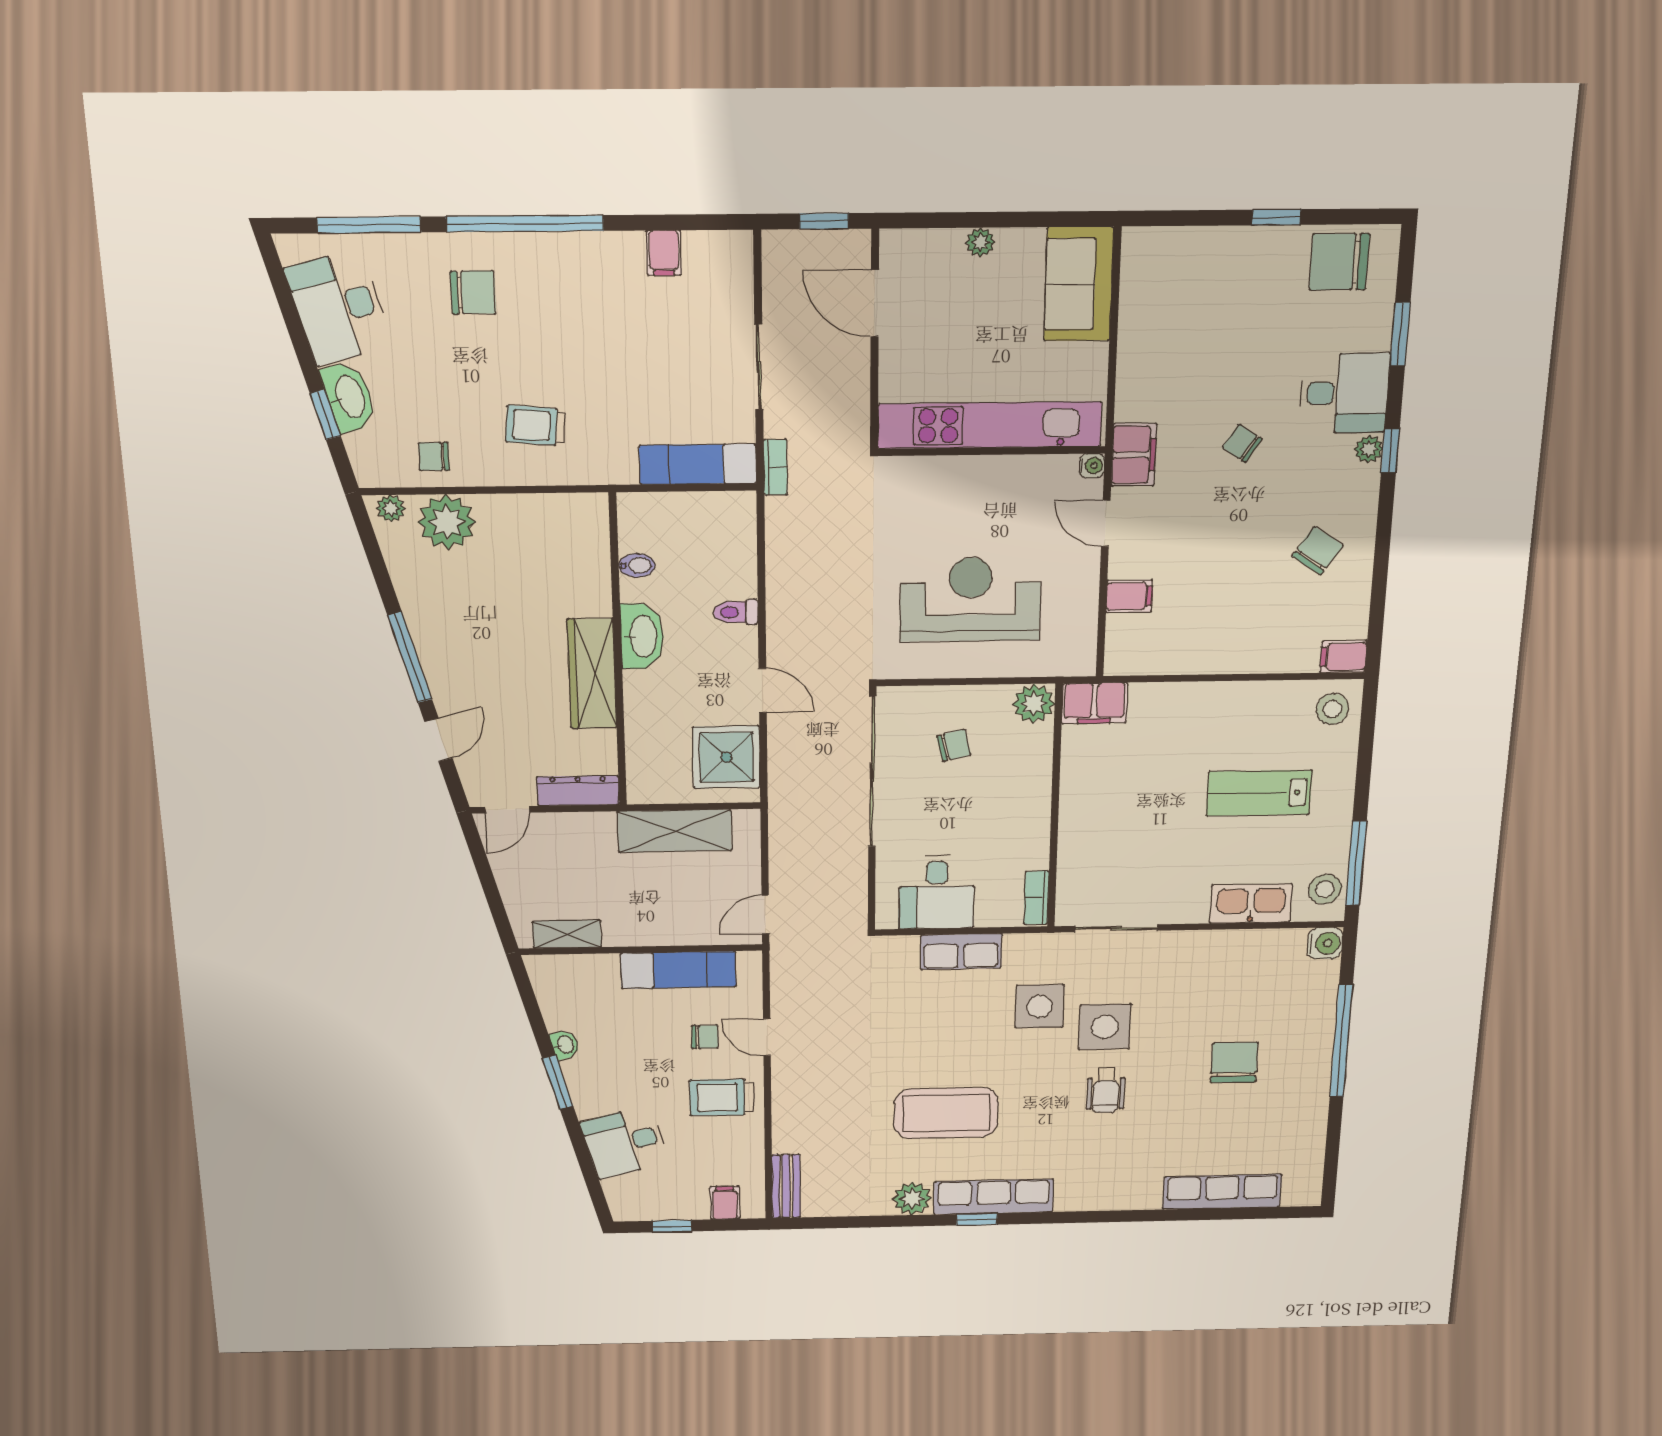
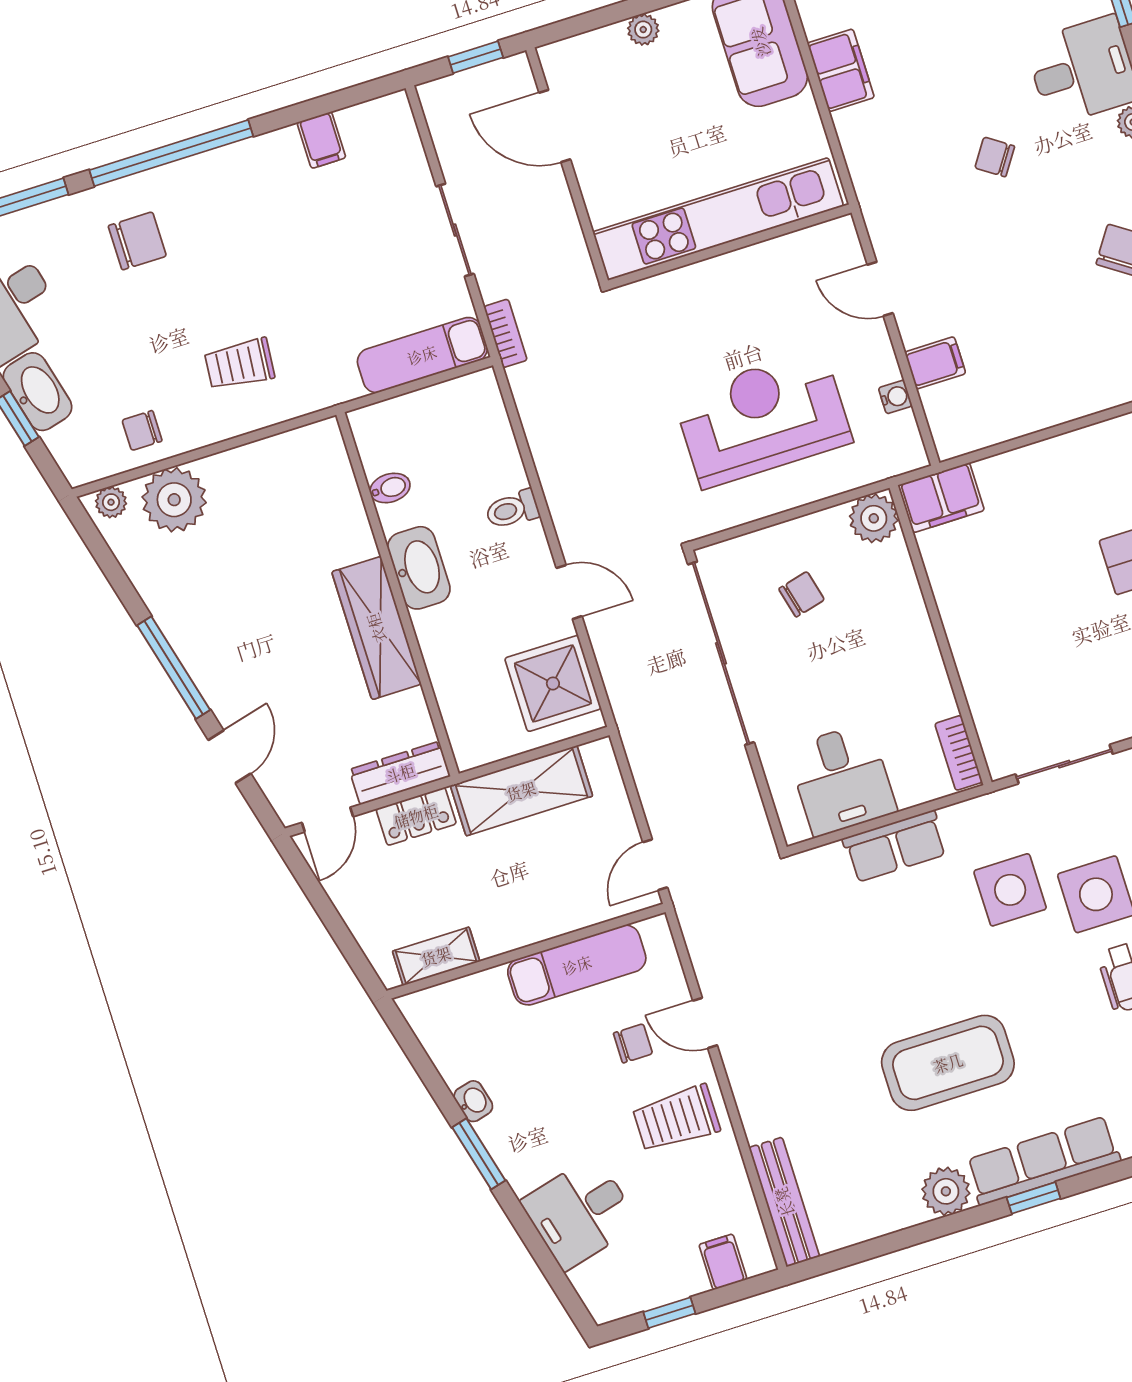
filing cabinet: (1134, 455) -> (841, 70), moved
water cooler: (1092, 466) -> (895, 397), moved
locker: (582, 827) -> (416, 816), added
bench: (786, 1186) -> (784, 1202), width x1.36

